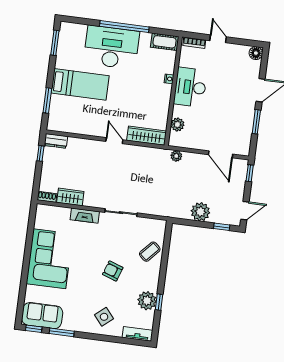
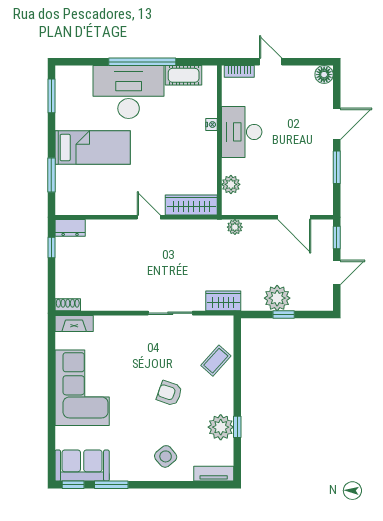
cot: (165, 42) -> (184, 75), moved
wardrobe: (70, 197) -> (223, 301), moved
door: (245, 211) -> (337, 272), moved
fireplace: (85, 216) -> (74, 323), moved
window: (222, 227) -> (284, 315), moved

